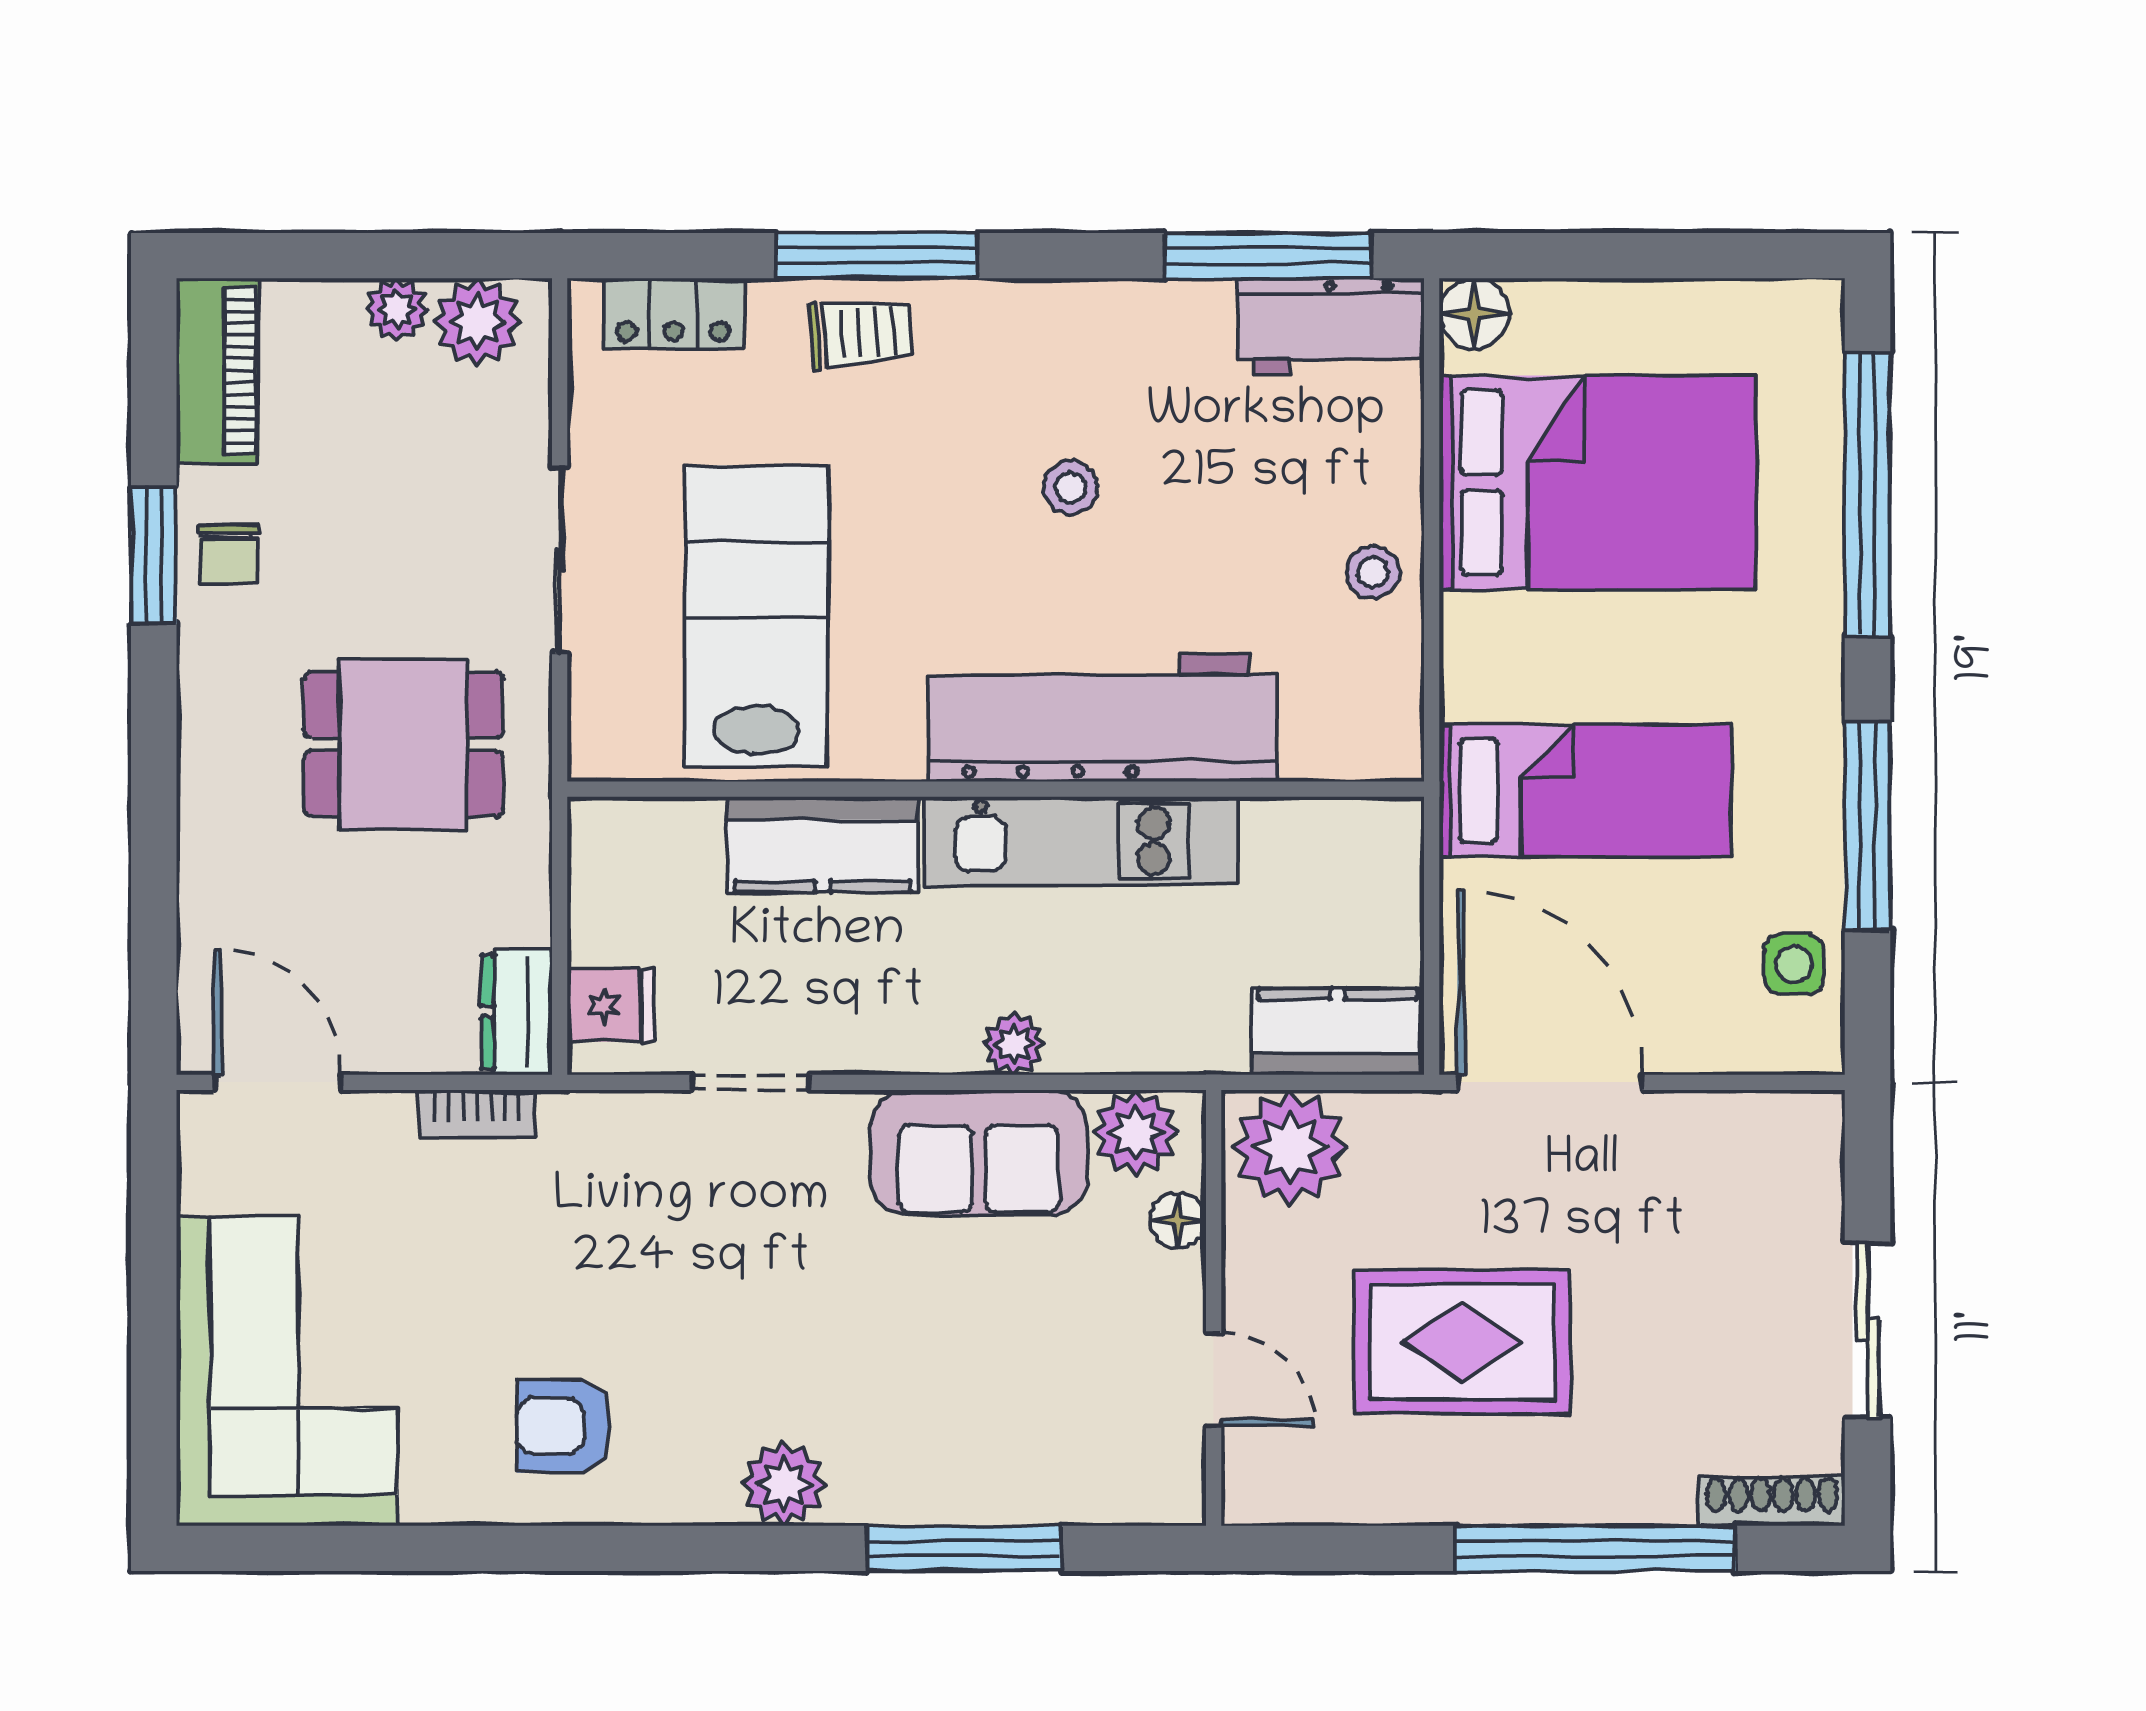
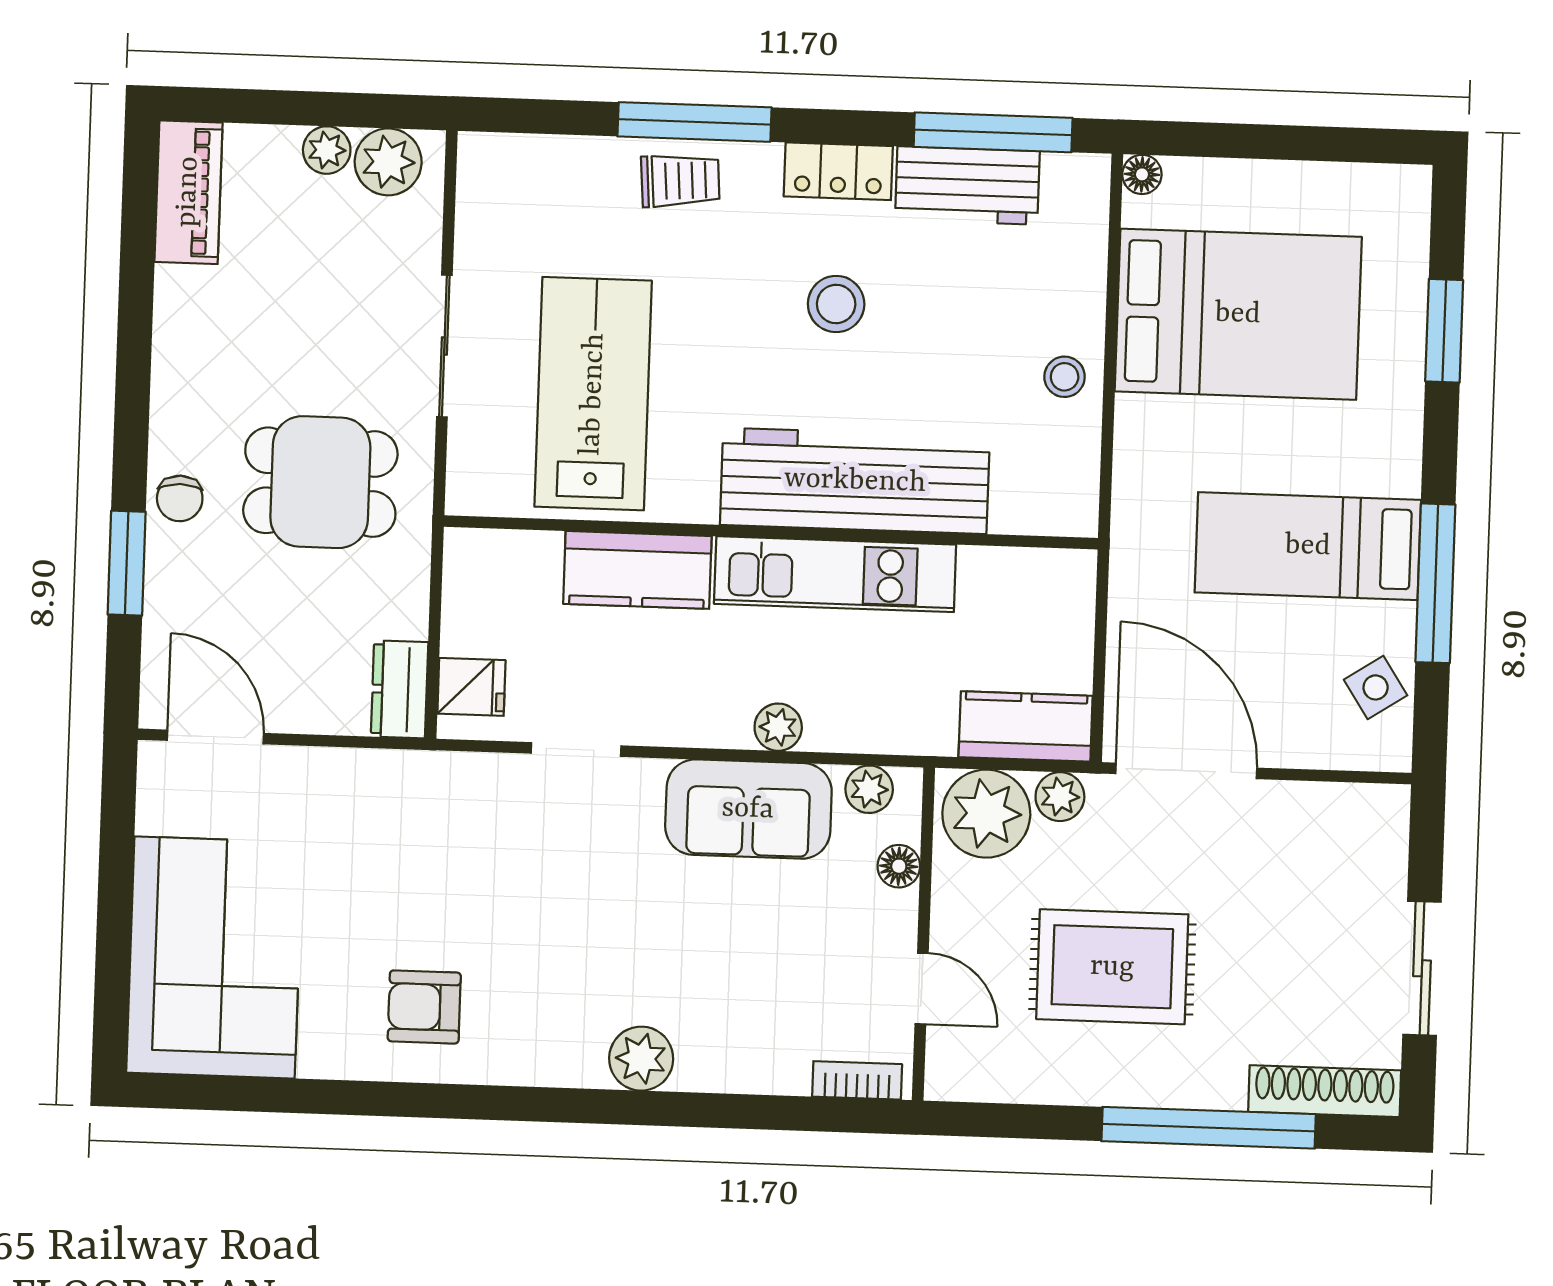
floor lamp: (1474, 313) -> (1142, 174), width x0.73, depth x0.73
locker: (673, 314) -> (838, 171), moved
workbench: (1331, 326) -> (967, 185), moved
stool: (1070, 487) -> (836, 304), width x1.37, depth x1.37
window: (1867, 495) -> (1444, 331), width x0.47
chair: (229, 554) -> (180, 498), moved
window: (154, 555) -> (127, 563), moved
bed: (1585, 790) -> (1308, 546), moved, turned 180
side table: (1794, 965) -> (1376, 687), turned -33
bookcase: (477, 1113) -> (857, 1080), moved, turned 180
plant: (1386, 1122) -> (1060, 797), added
plant: (1136, 1133) -> (869, 789), width x0.73, depth x0.73
plant: (784, 1484) -> (641, 1059), moved
shoe rack: (1772, 1501) -> (1325, 1091), width x1.36, depth x1.24
window: (964, 1548) -> (726, 1111), removed

